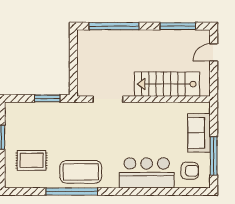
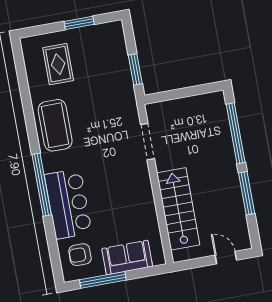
window: (178, 26) -> (247, 193), moved
armchair: (190, 171) -> (80, 255), turned 90
window: (72, 192) -> (42, 185), moved

